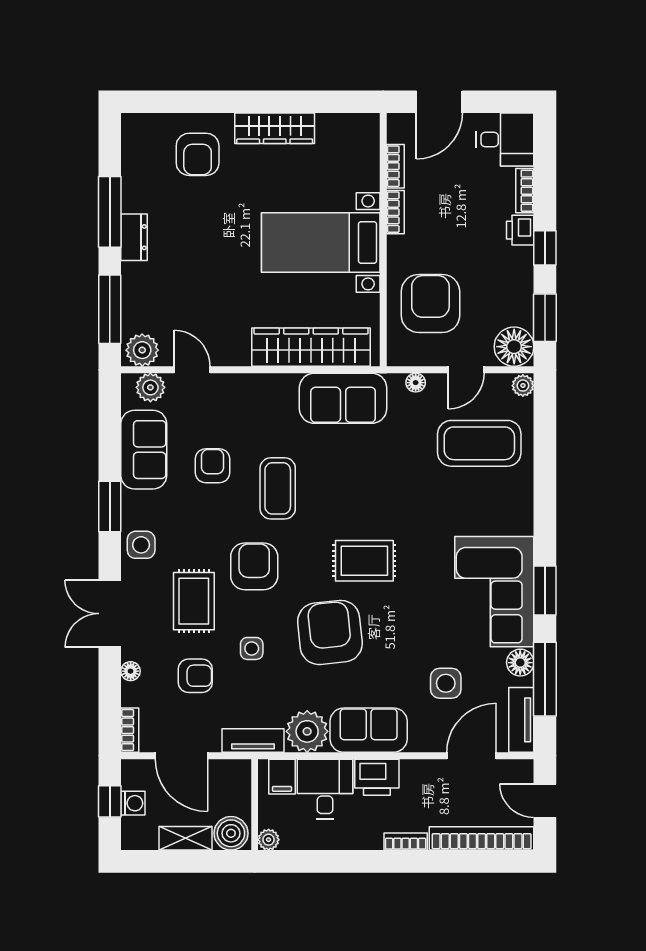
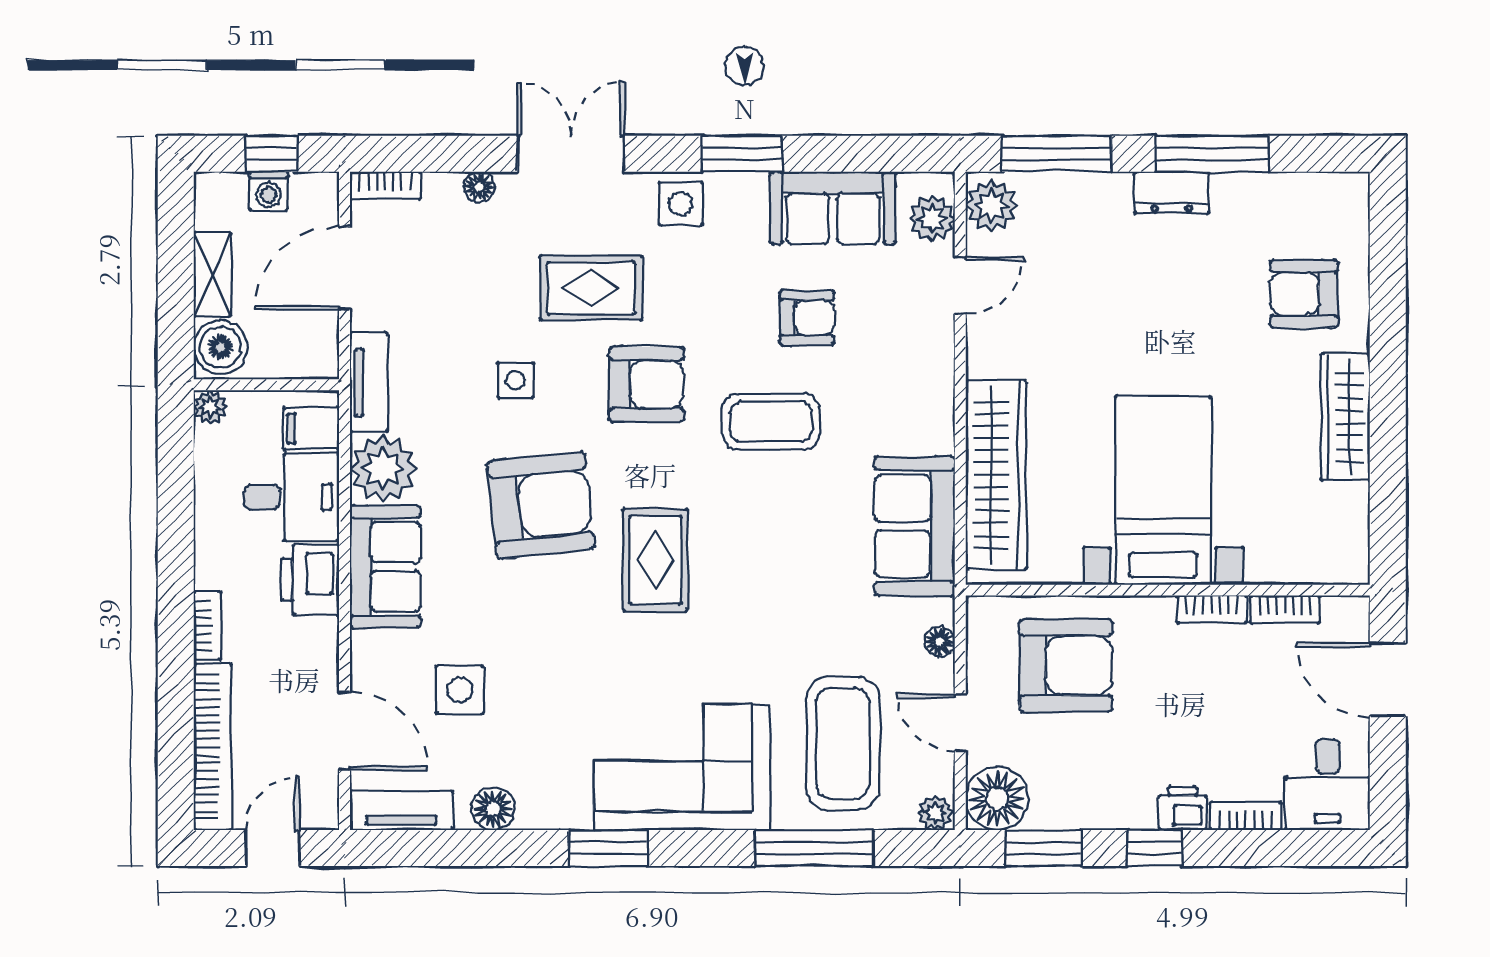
corner sofa: (494, 592) -> (682, 767), moved
armchair: (195, 676) -> (472, 290), removed
window: (545, 679) -> (814, 848), moved

